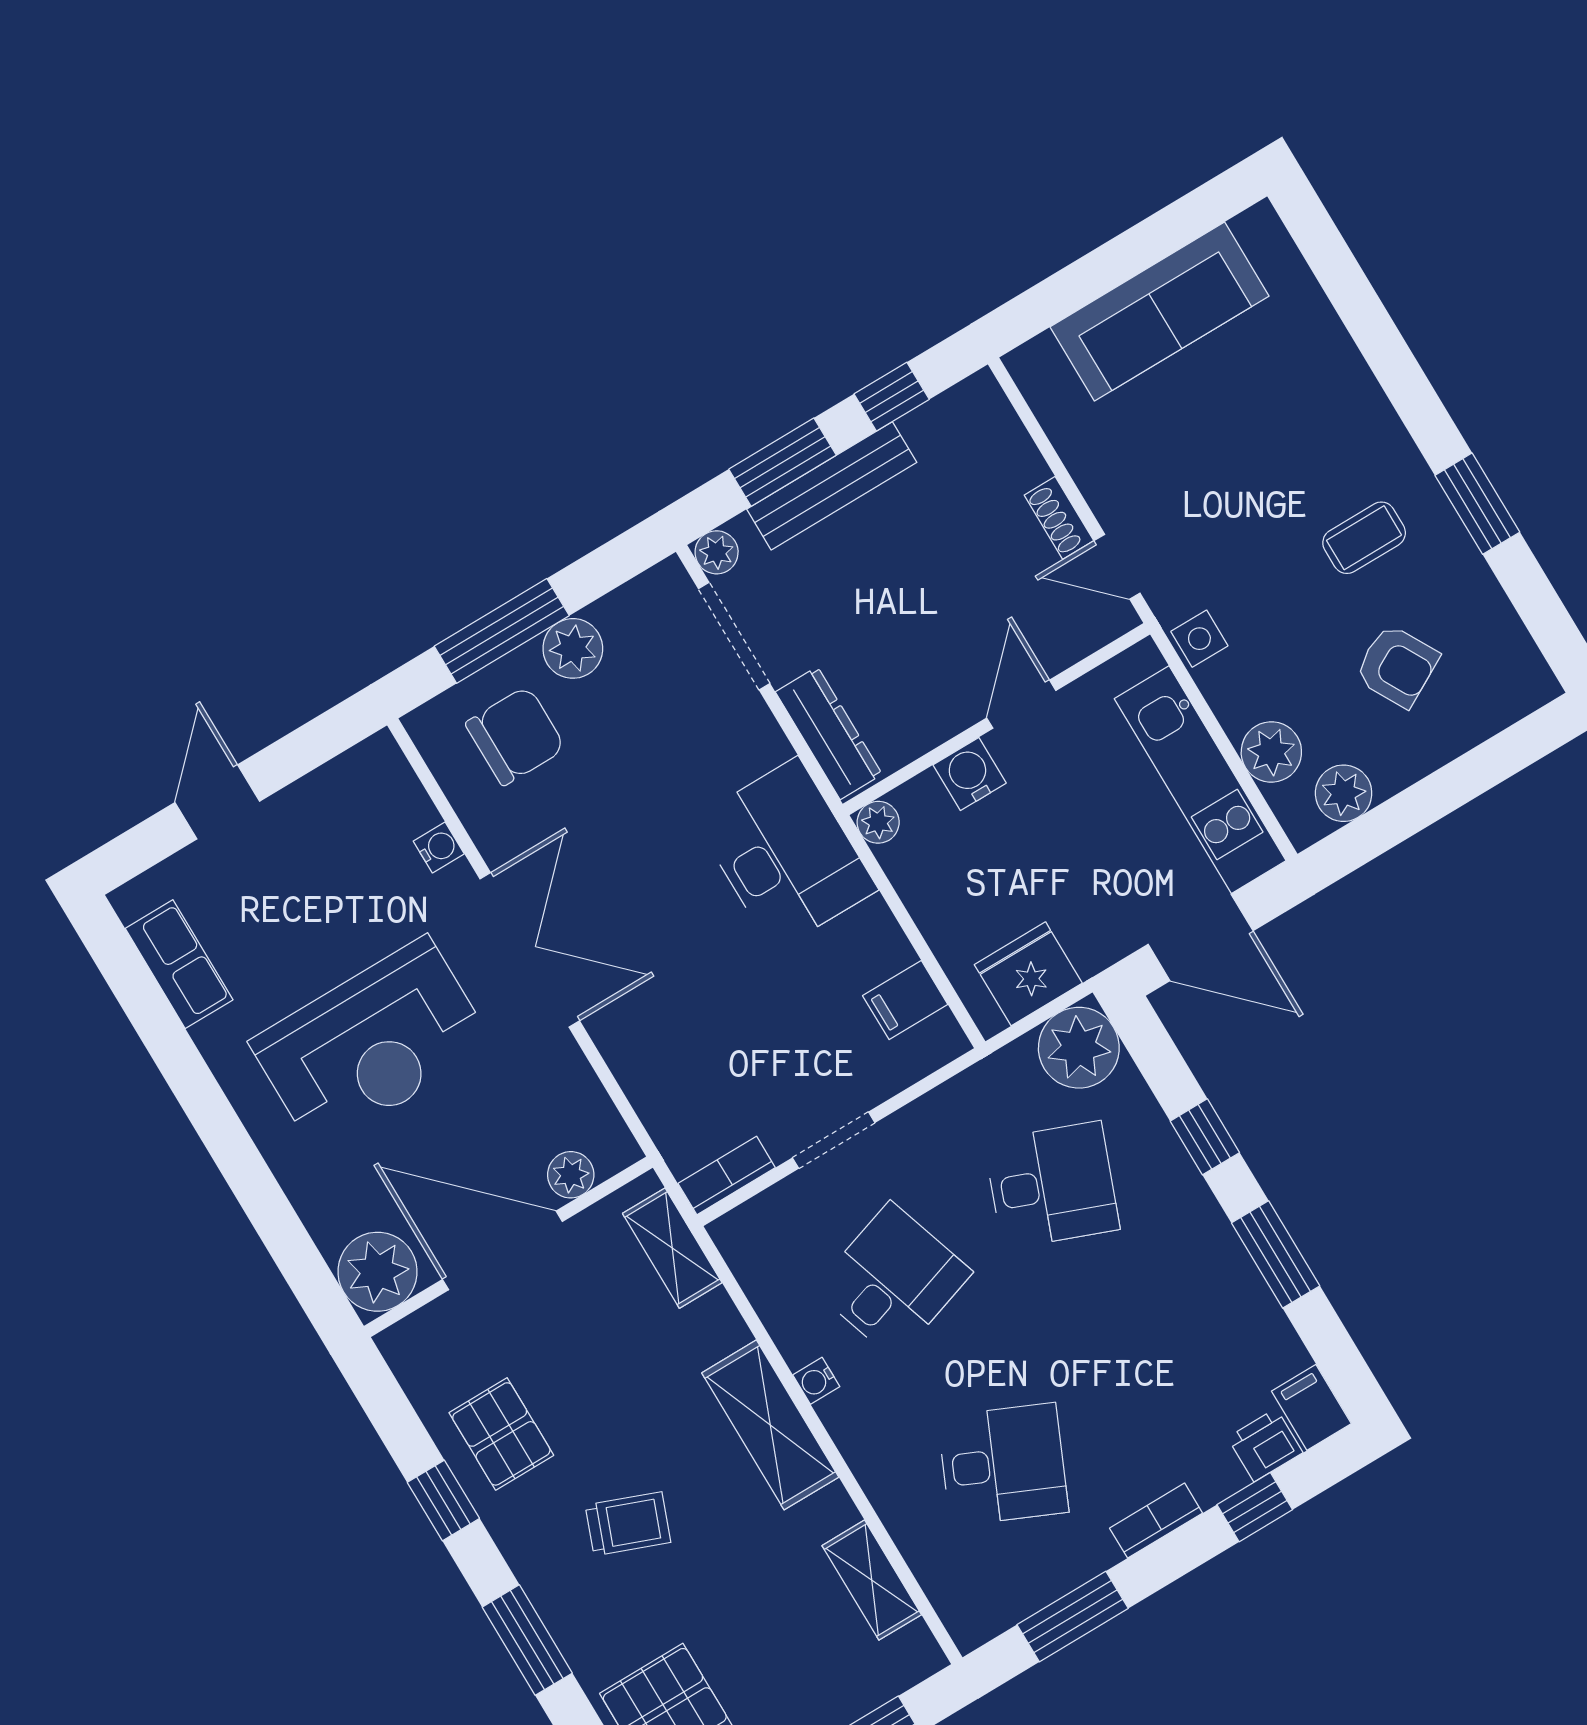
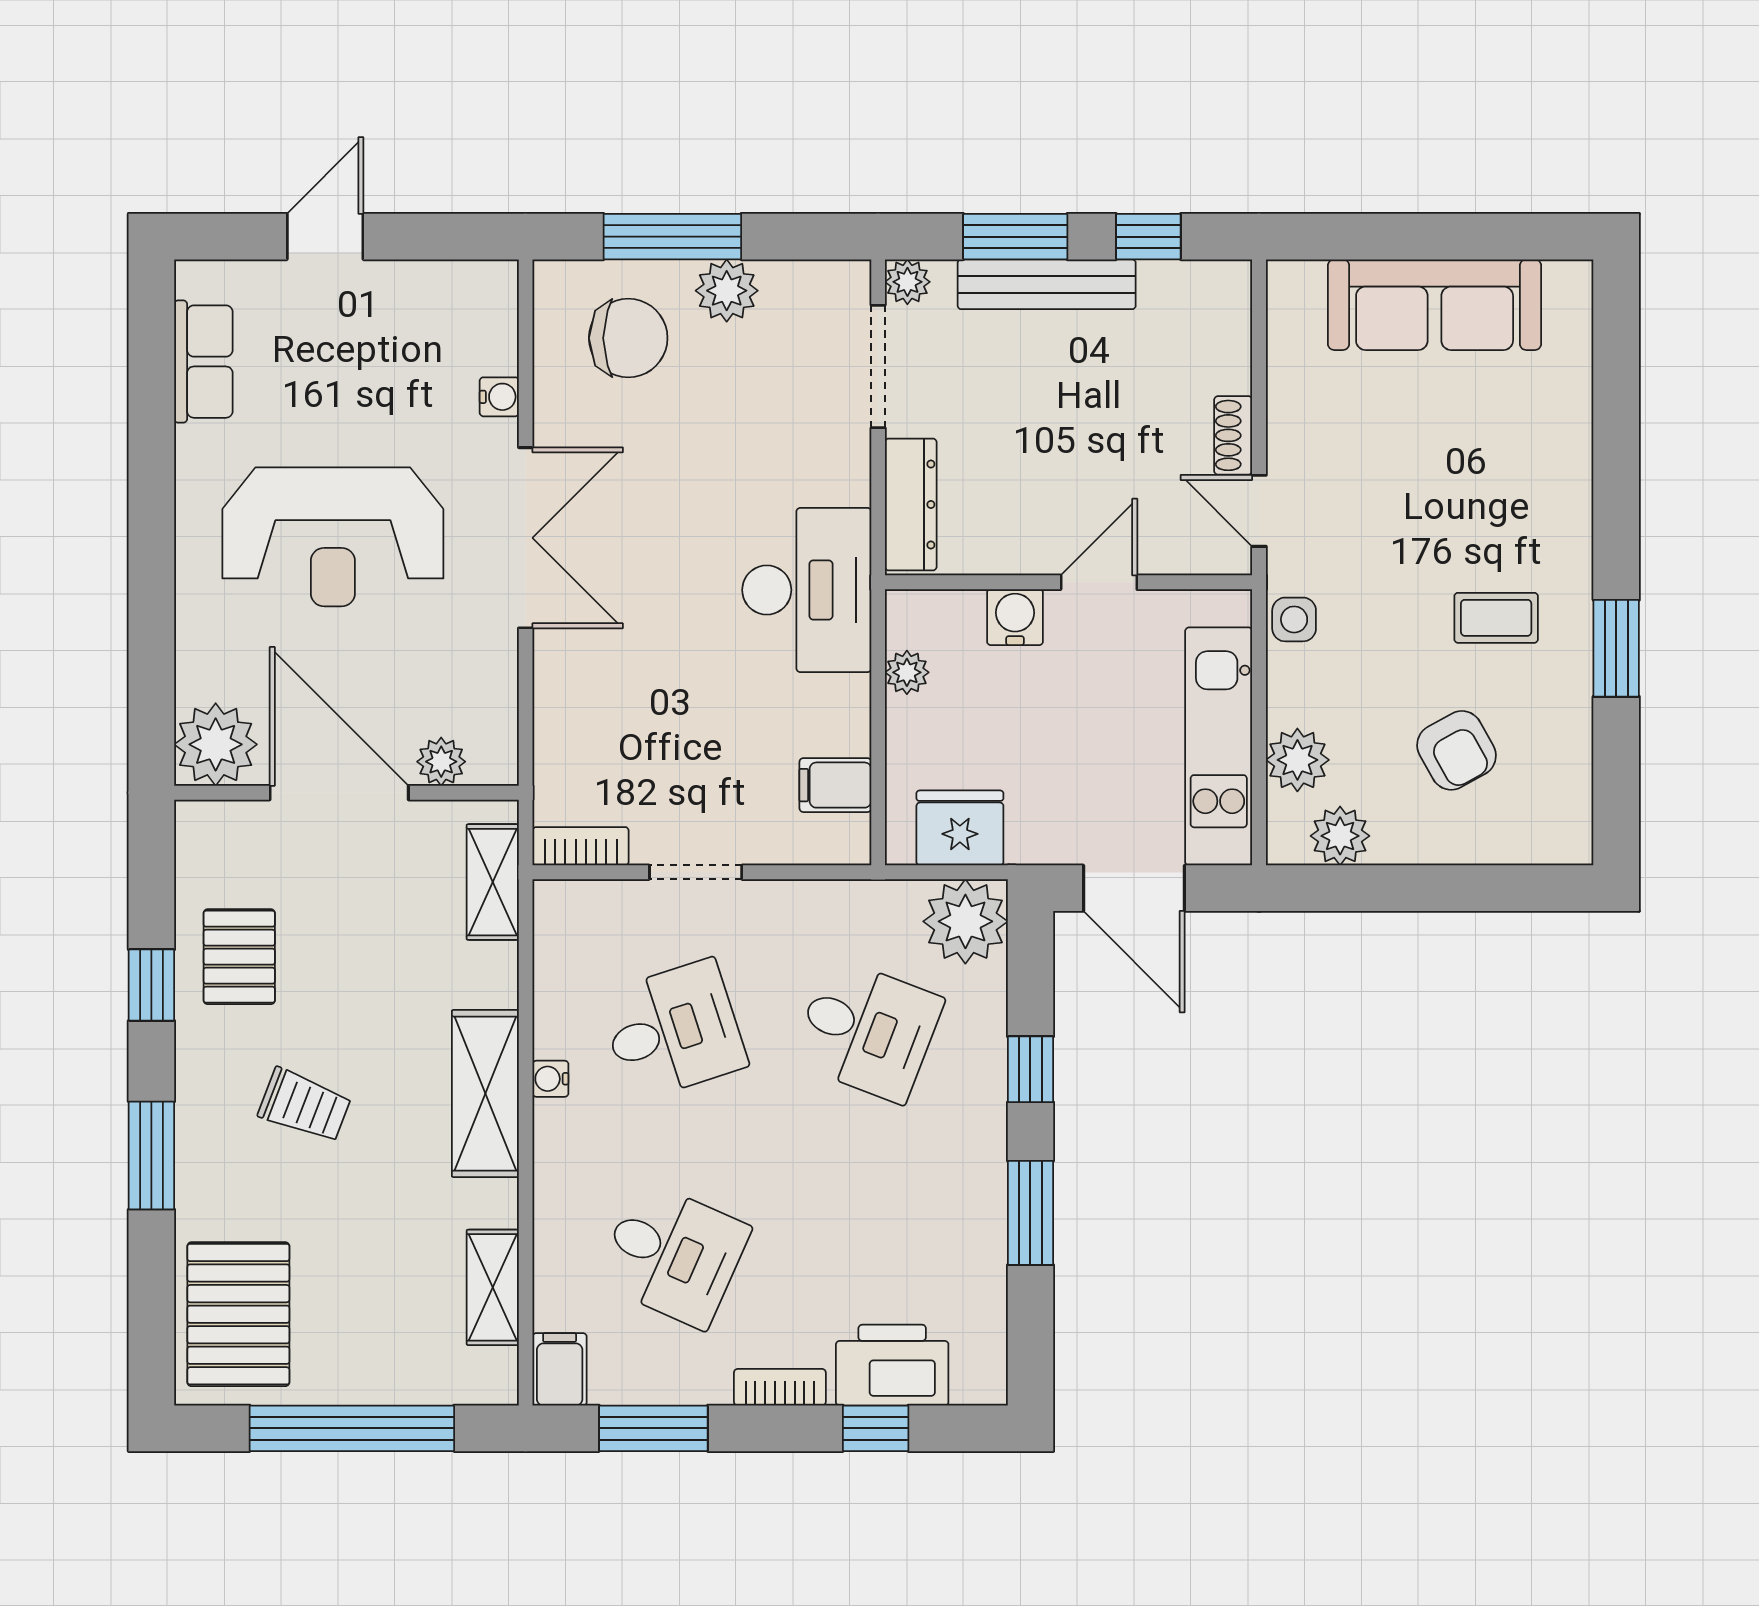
plant: (878, 822) -> (907, 672), moved
filing cabinet: (1311, 1407) -> (560, 1369), moved
printer: (1265, 1445) -> (892, 1365), width x1.87, depth x1.48

